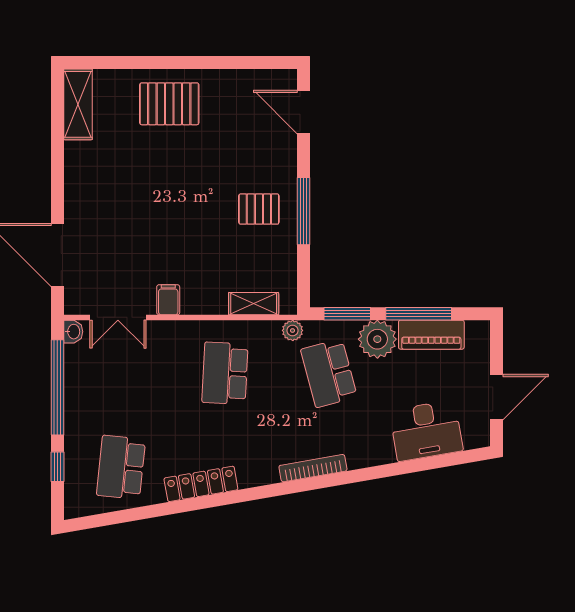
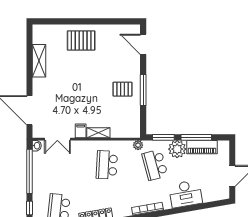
shelving: (78, 104) -> (39, 61), moved
shelving: (254, 304) -> (98, 133), moved
desk: (426, 431) -> (186, 194), moved

